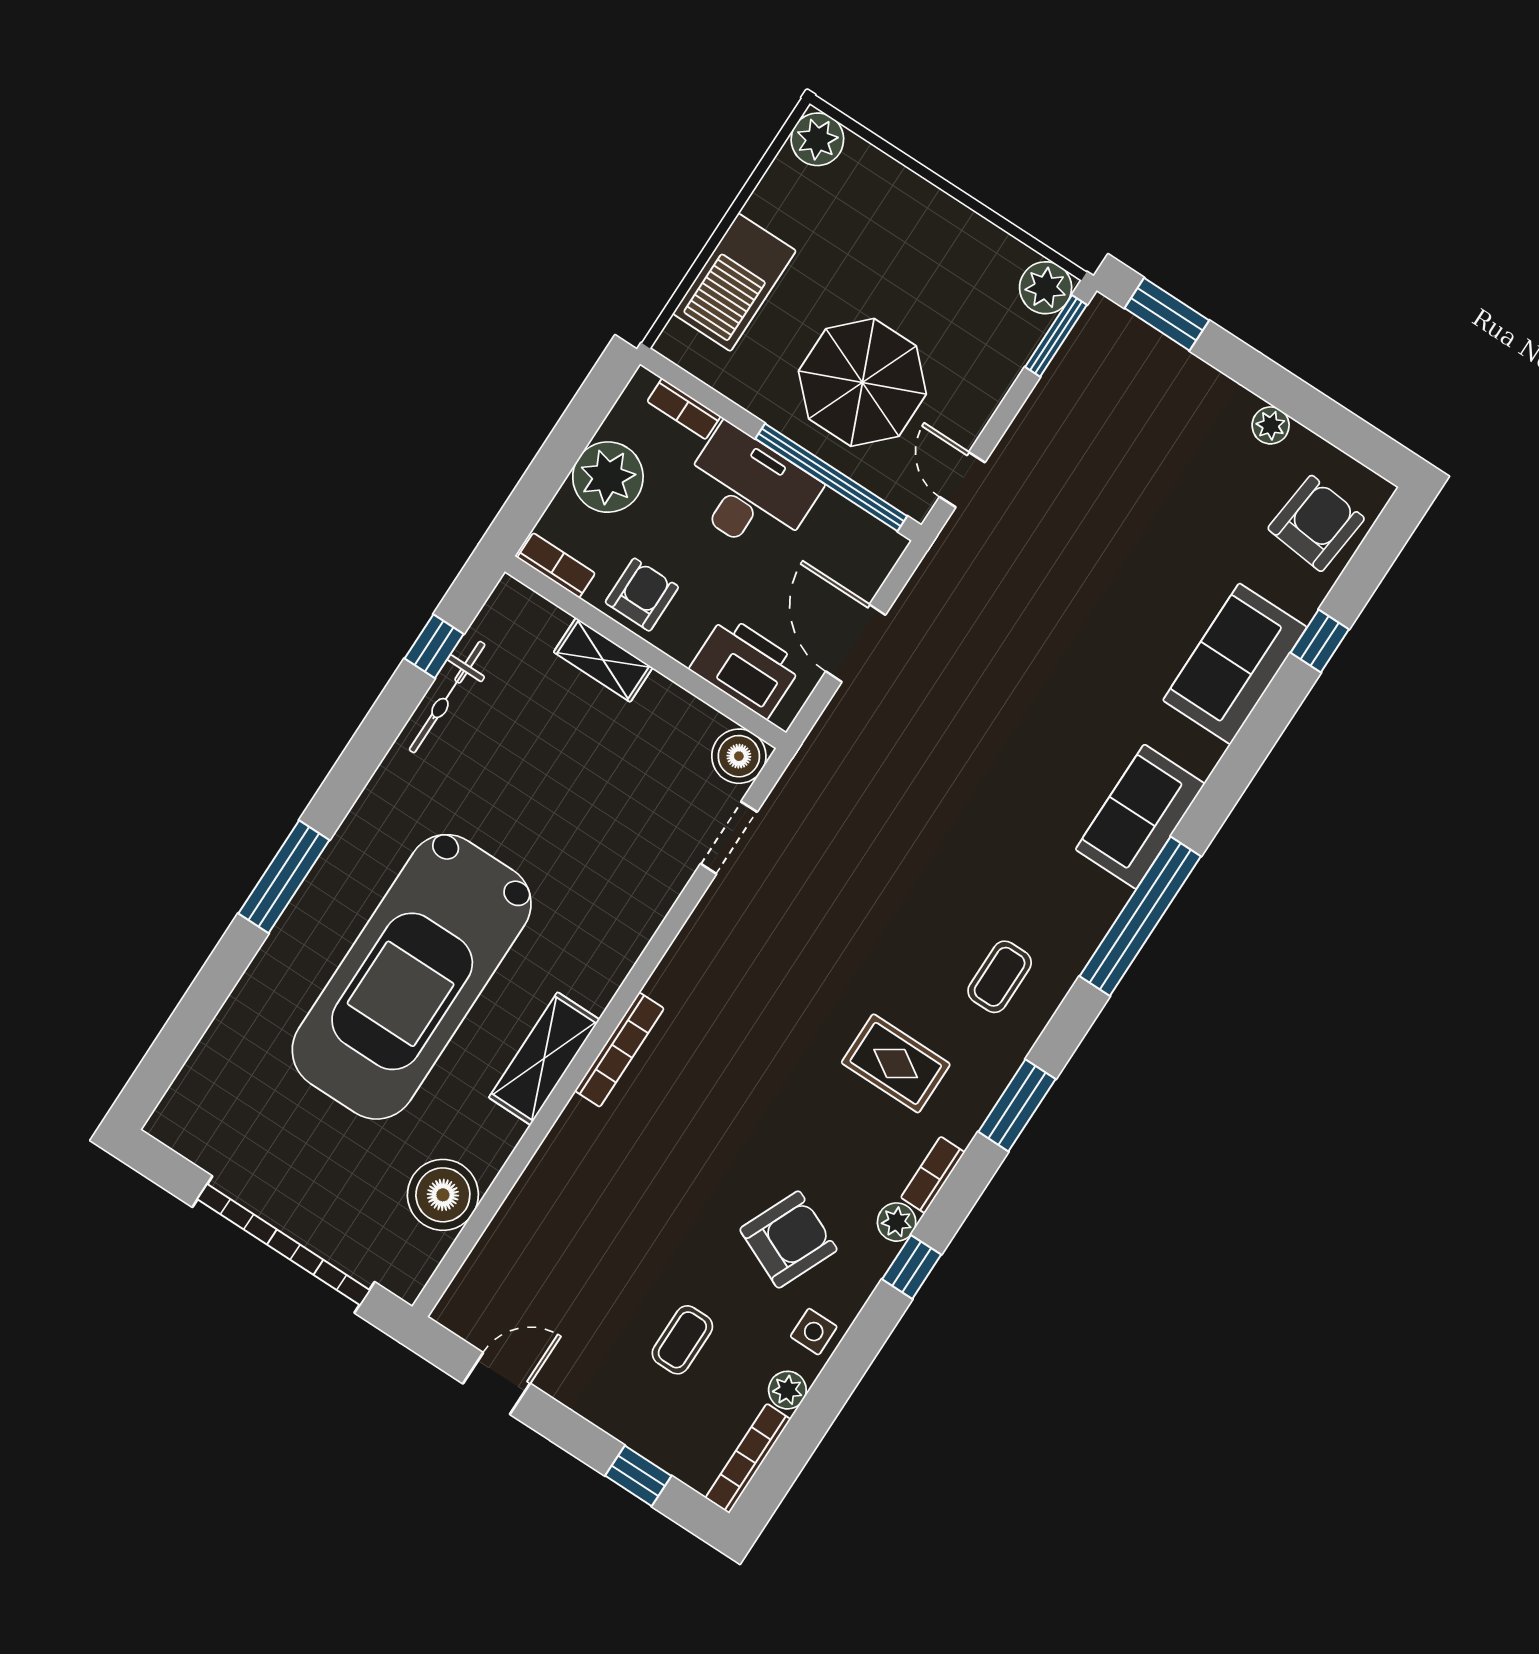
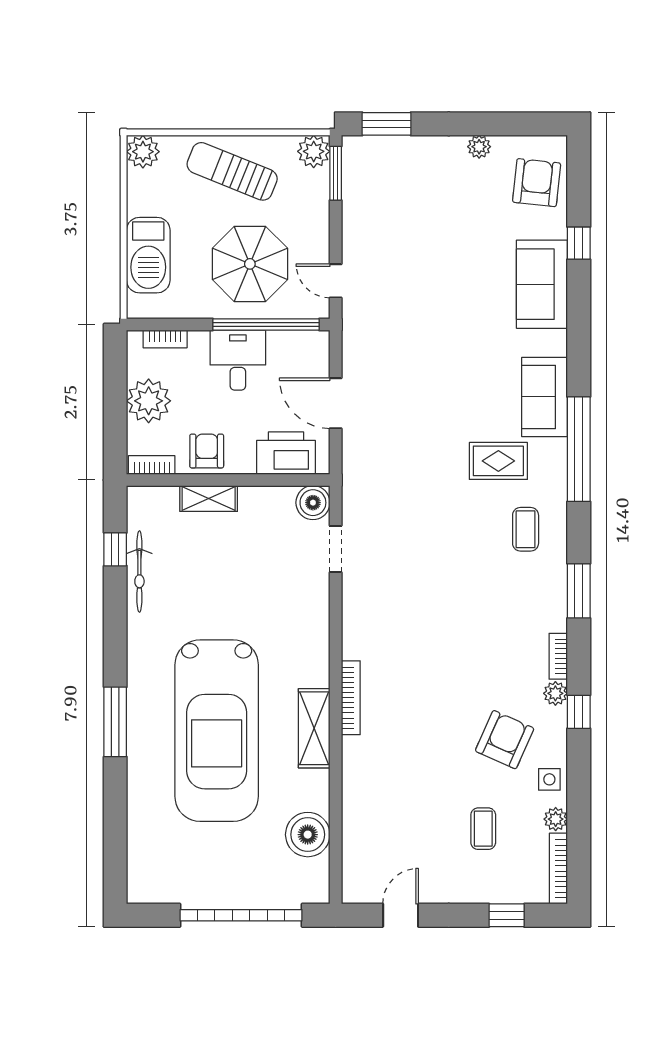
sun lounger: (919, 243) -> (232, 171), added
desk: (749, 491) -> (238, 360), width x0.73
rug: (896, 1063) -> (498, 461), moved

